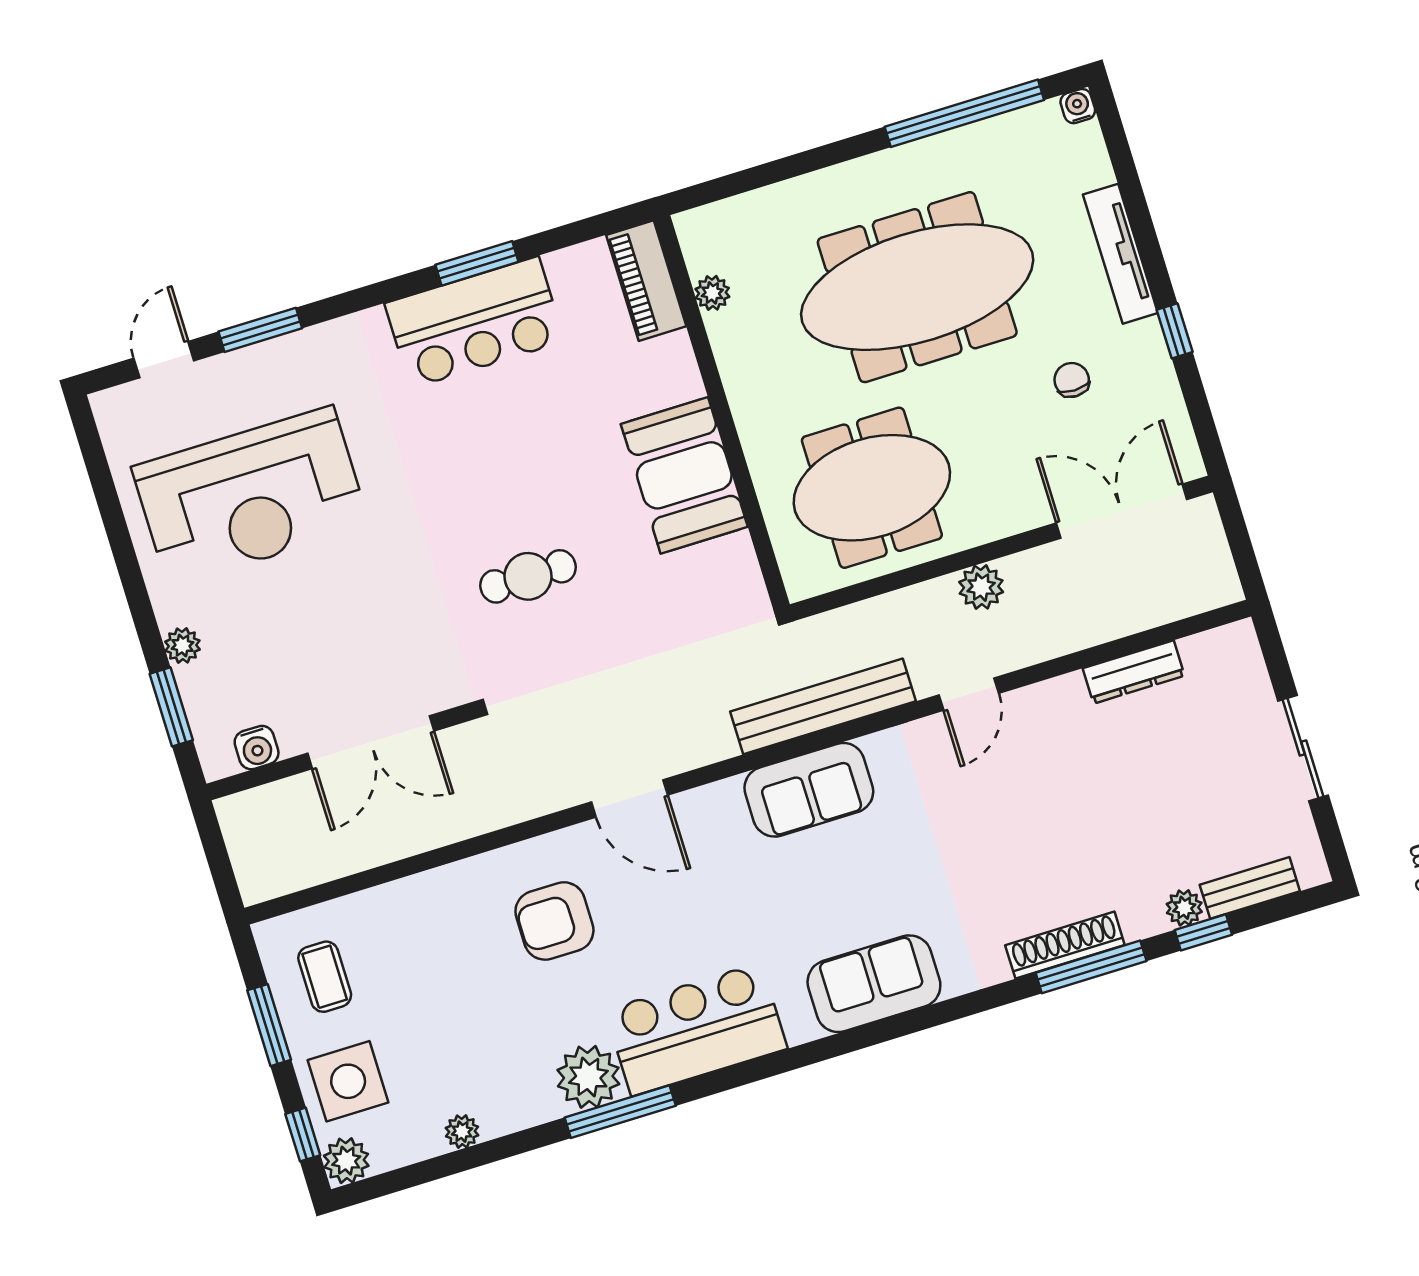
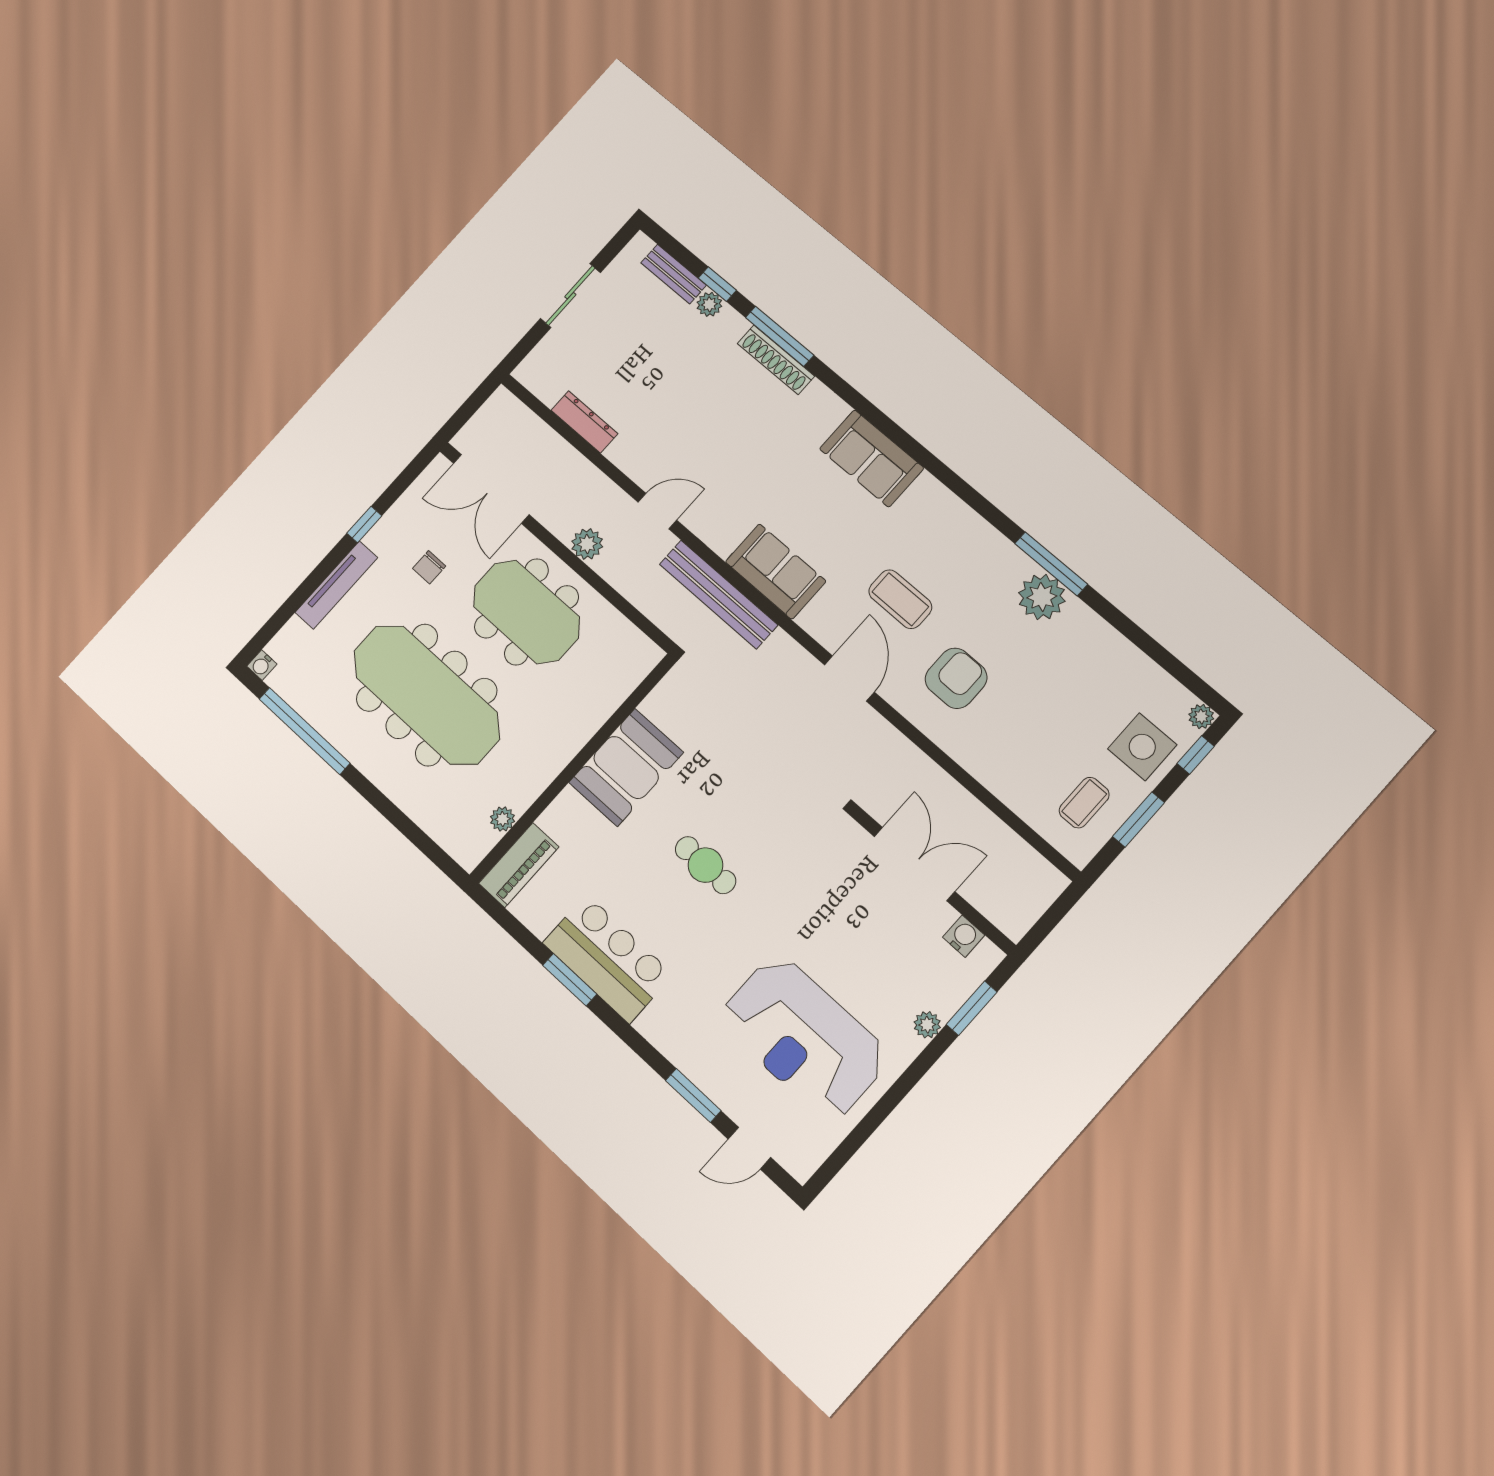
meeting table: (872, 488) -> (526, 612), moved
reception desk: (251, 496) -> (804, 1038), turned 180
cafe table: (528, 576) -> (706, 865), moved
coffee table: (686, 914) -> (900, 599), added
armchair: (554, 921) -> (956, 678), turned -90
bar counter: (696, 1029) -> (969, 549), removed
plant: (462, 1132) -> (1128, 655), removed
plant: (346, 1161) -> (1201, 717), width x0.73, depth x0.73

